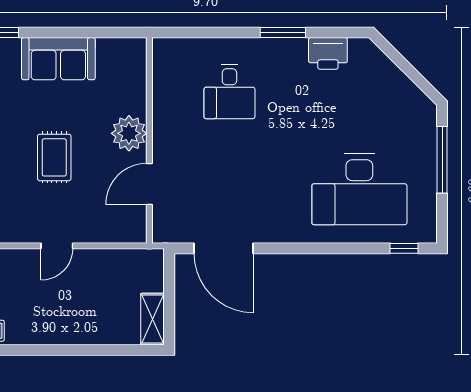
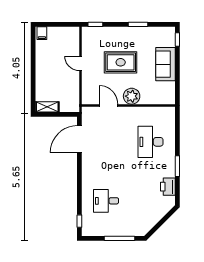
desk: (229, 91) -> (151, 142), width x1.37
rug: (54, 157) -> (121, 62), width x1.36, depth x1.43
desk: (359, 189) -> (106, 201), width x0.53, depth x0.77

